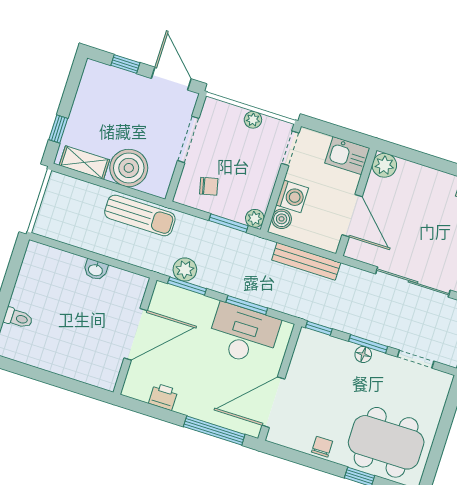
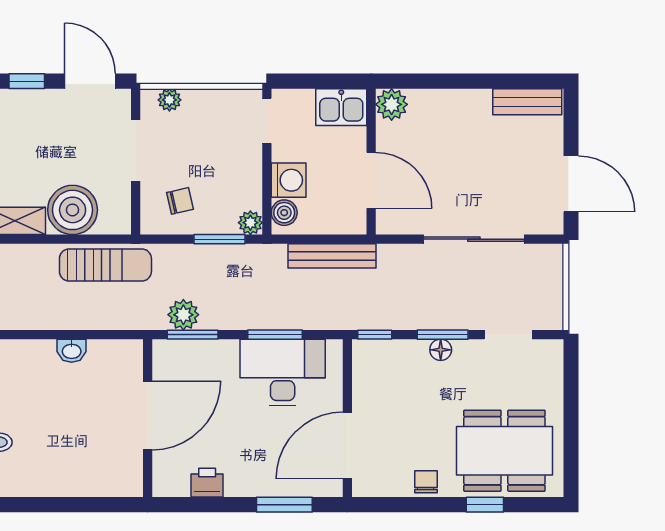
plant: (253, 120) -> (169, 100), moved
window: (214, 430) -> (284, 505), width x0.69

